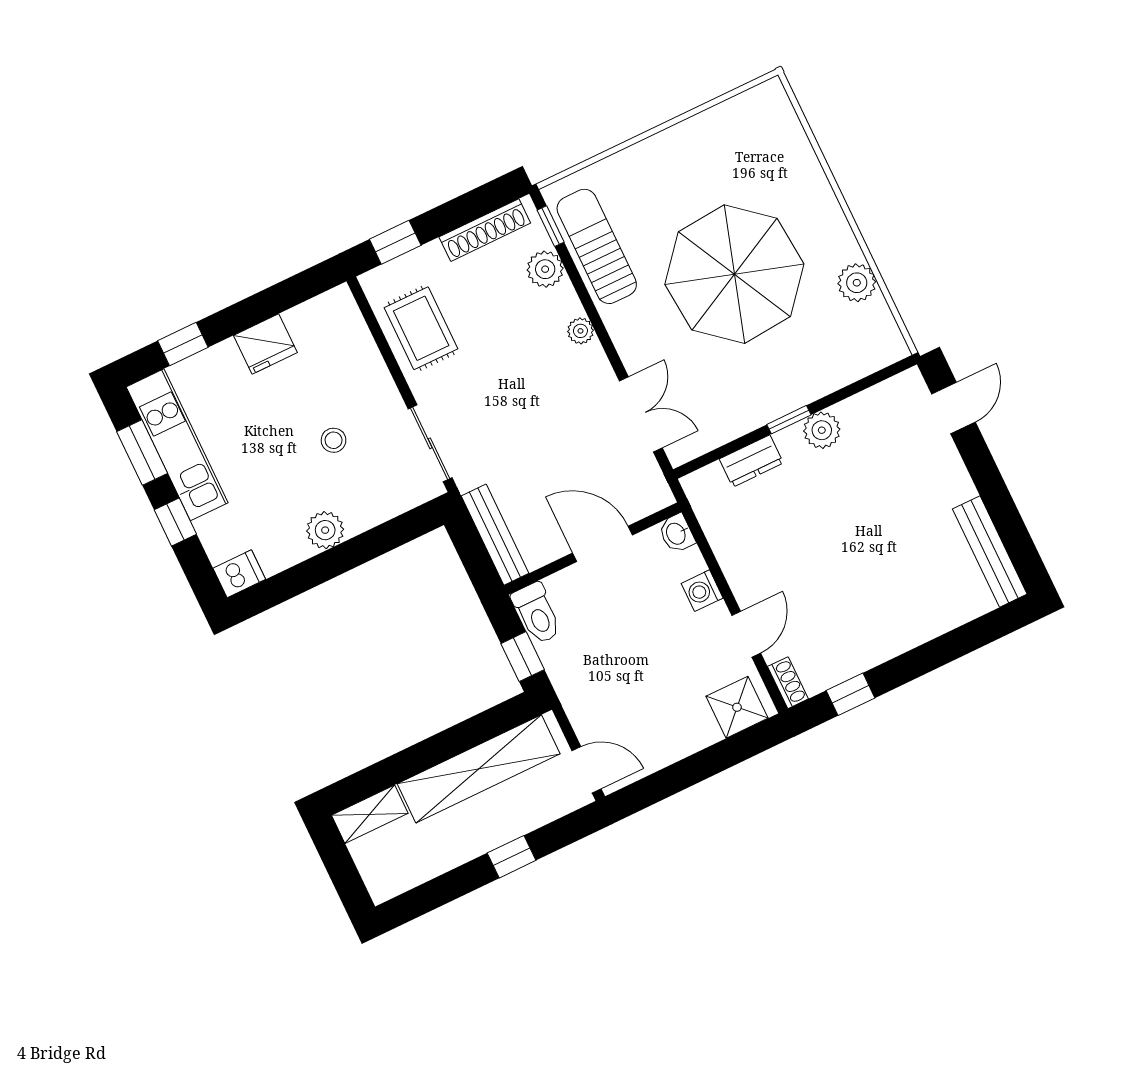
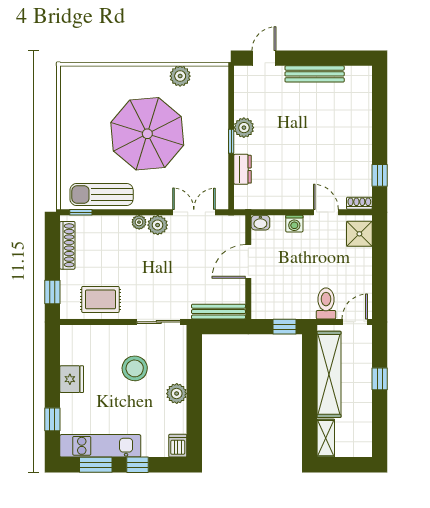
plant: (545, 269) -> (158, 225), moved
door: (954, 408) -> (264, 58), hinge flipped
stool: (334, 440) -> (135, 368), width x1.89, depth x1.89
bench: (990, 552) -> (315, 74), moved
toilet: (537, 613) -> (326, 303), moved, turned -90

